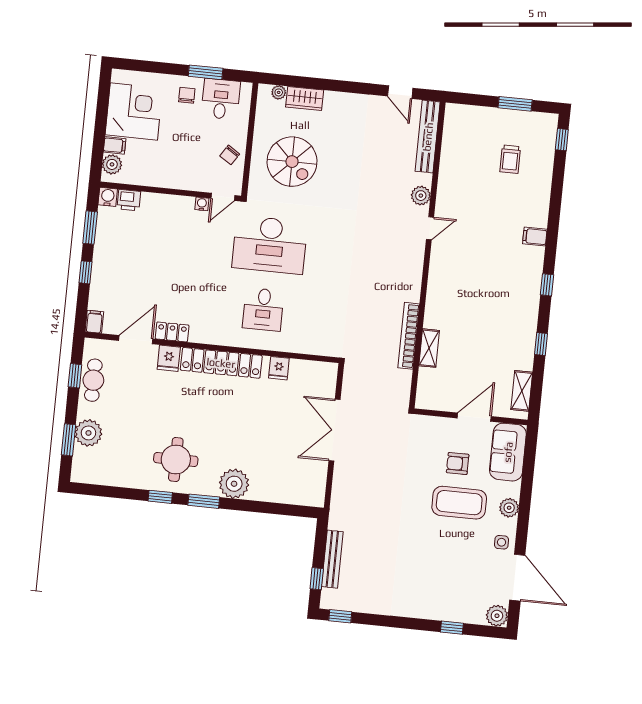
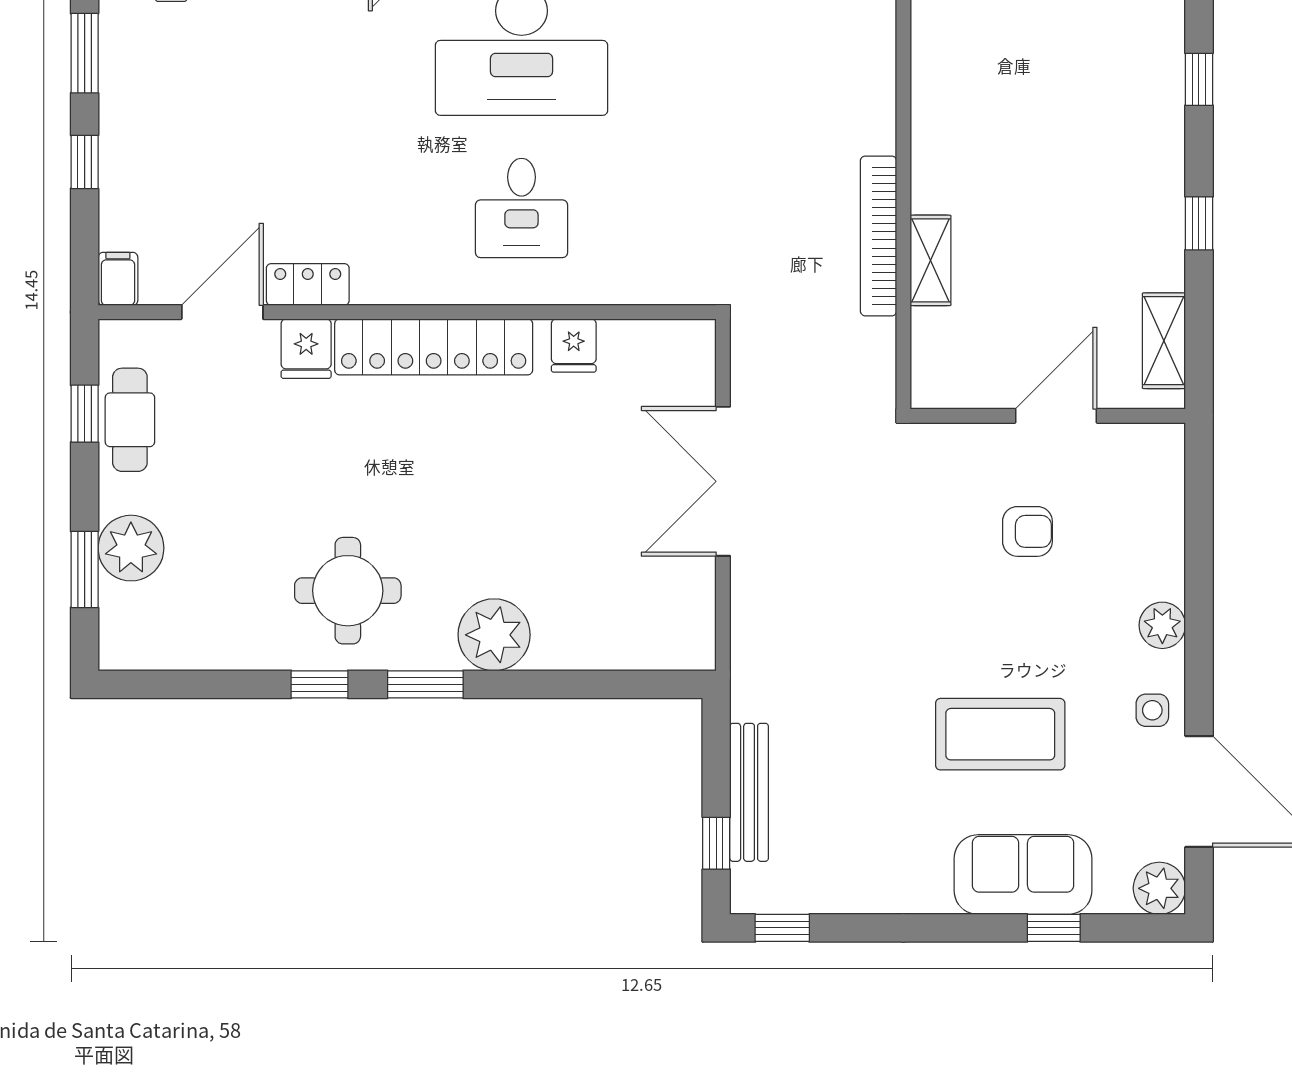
sofa: (508, 452) -> (1023, 875), moved, turned 90
armchair: (458, 464) -> (1027, 531), turned 180
coffee table: (459, 503) -> (1000, 734), moved

